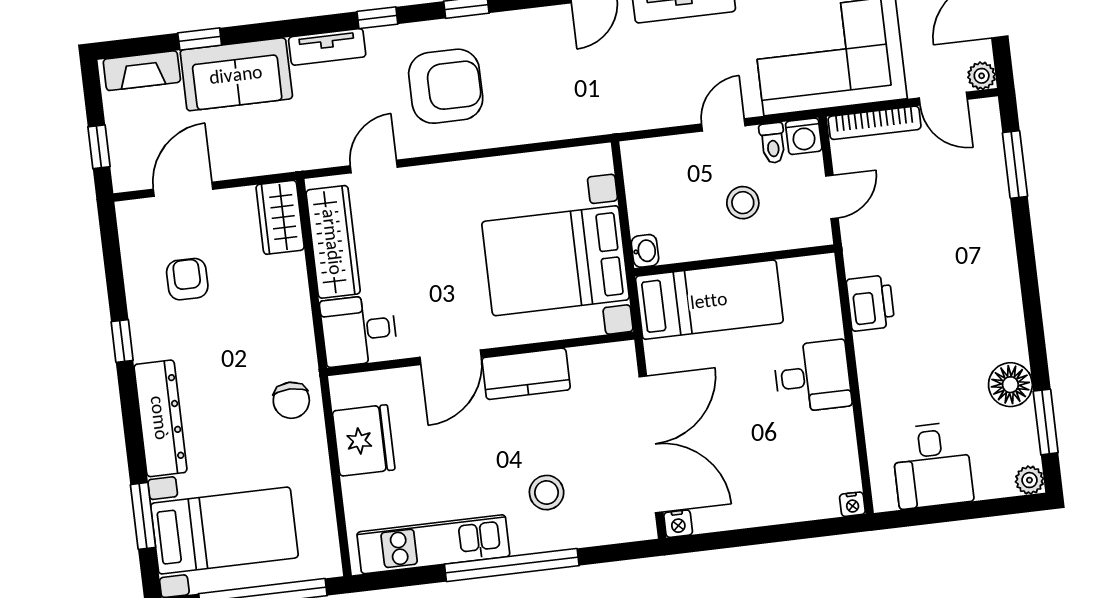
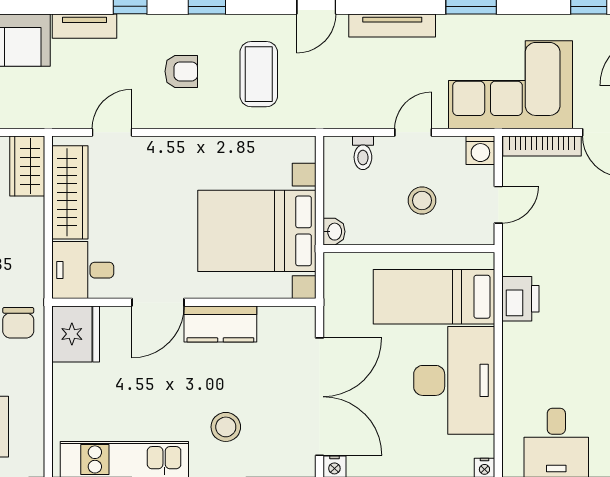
coffee table: (536, 79) -> (259, 74), added
armchair: (446, 86) -> (181, 71), width x0.53, depth x0.53
toilet: (773, 143) -> (363, 153), moved
bed: (709, 300) -> (434, 297), moved, turned 180
desk: (813, 376) -> (454, 380), width x1.87, depth x1.30
fridge: (364, 440) -> (76, 334), moved

